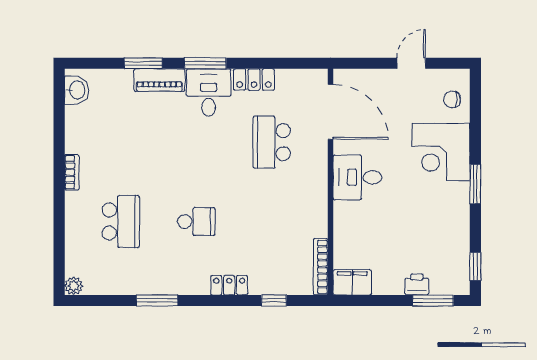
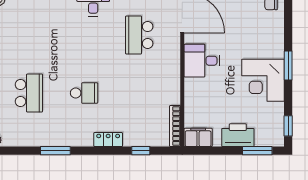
corner desk: (441, 152) -> (263, 80), moved
printer: (417, 284) -> (238, 135), width x1.87, depth x1.48

